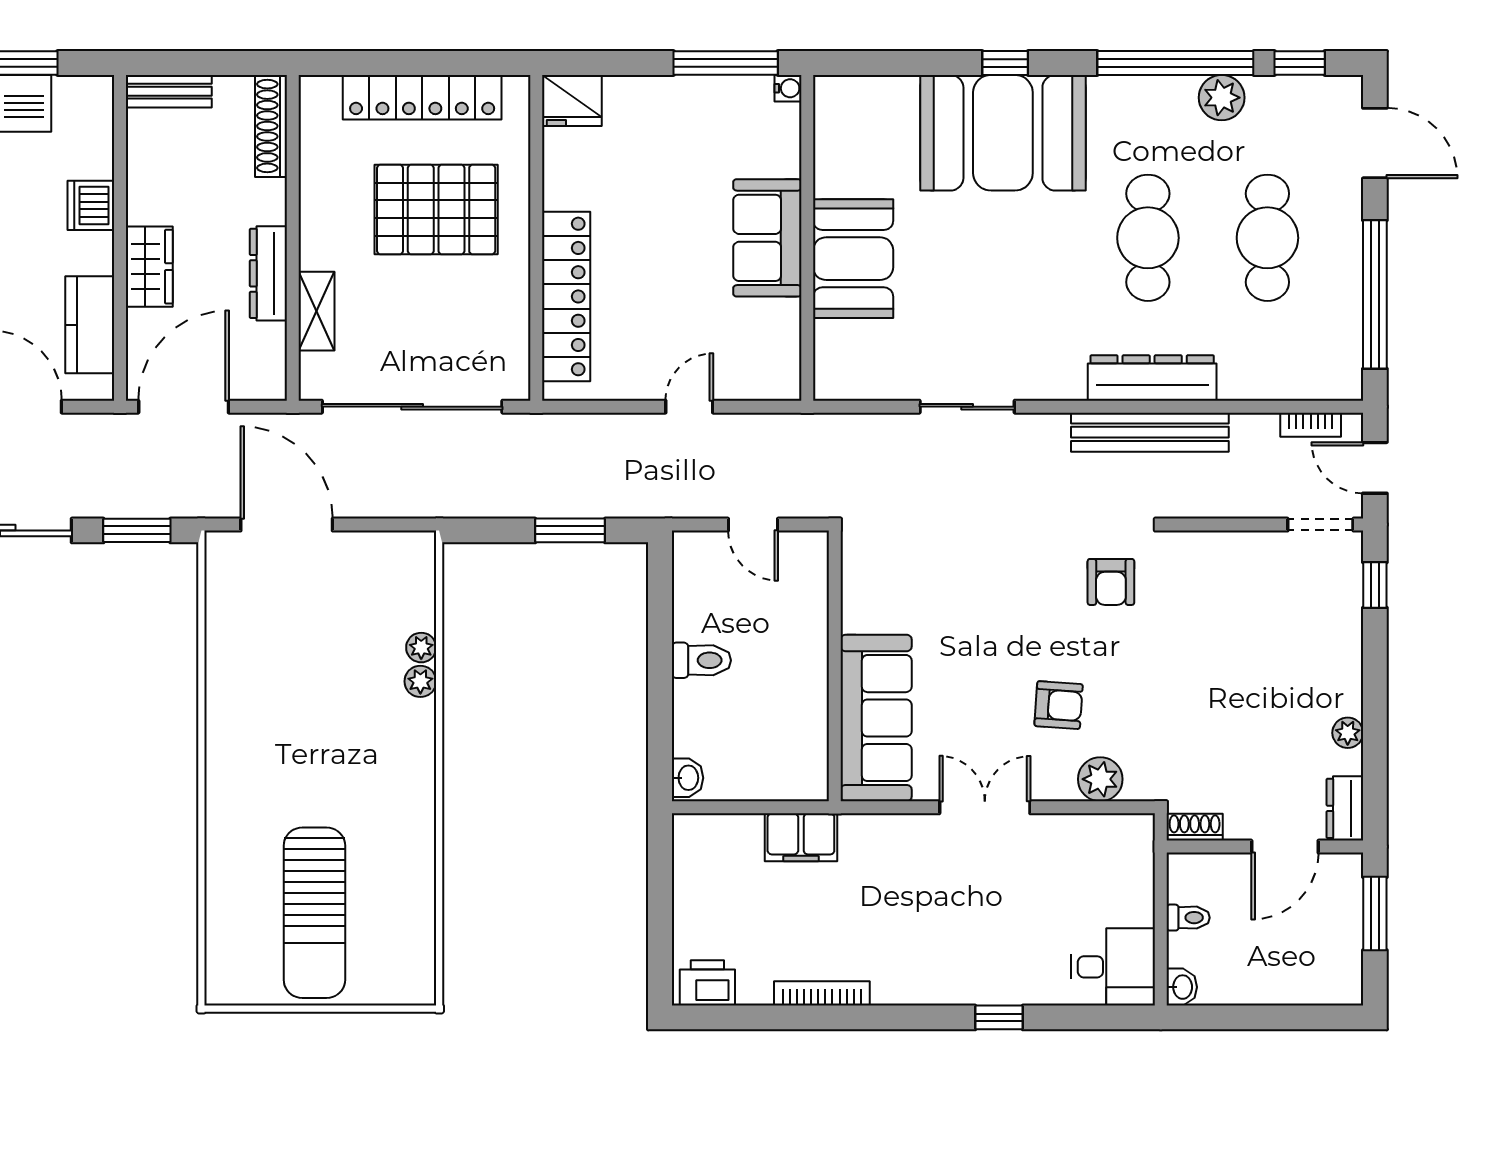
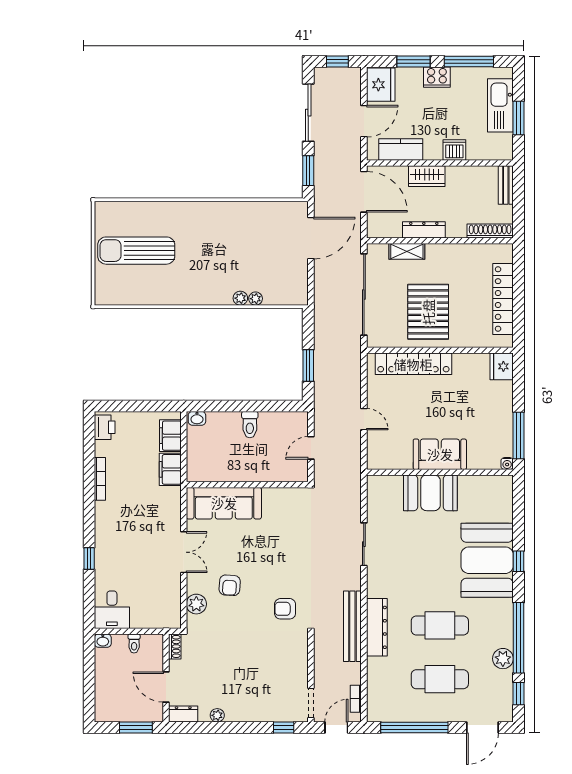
pallet: (436, 209) -> (428, 312), moved
filing cabinet: (726, 837) -> (170, 436), added

